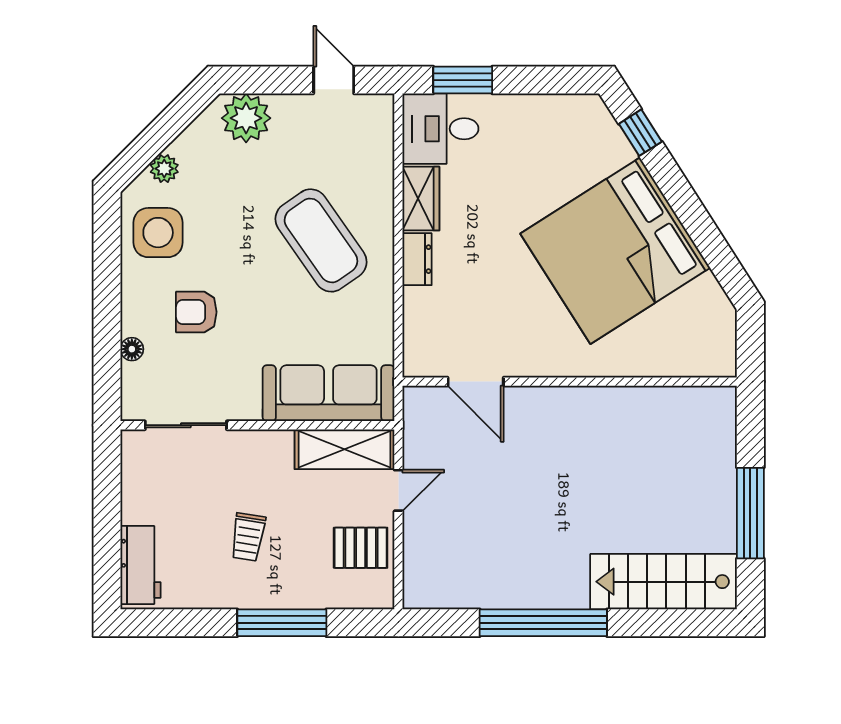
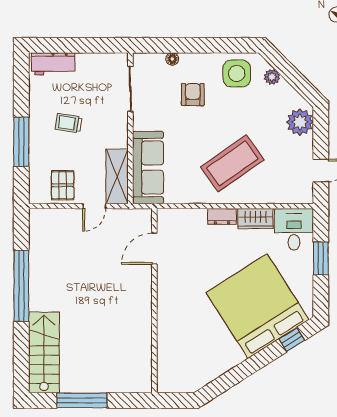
window: (463, 80) -> (321, 258), moved
bed: (615, 251) -> (258, 306), moved
door: (398, 490) -> (94, 206), hinge flipped

